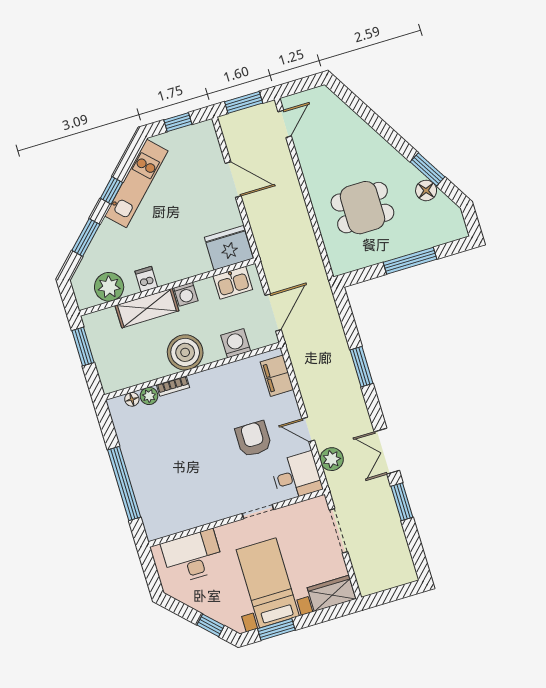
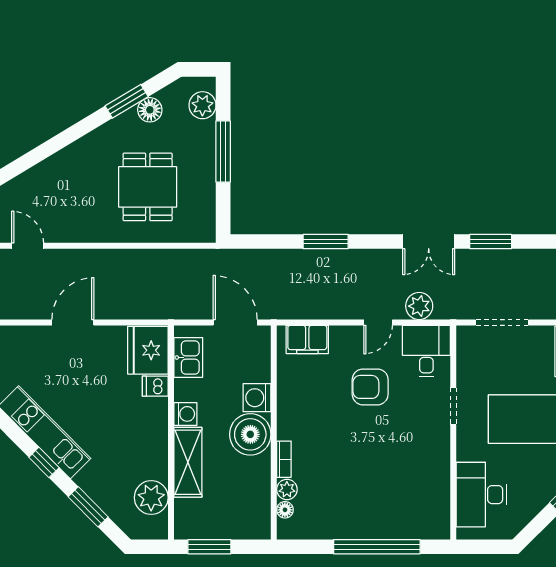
plant: (443, 232) -> (202, 105), added
dishwasher: (146, 279) -> (155, 386), moved
washing machine: (236, 343) -> (257, 398), moved

